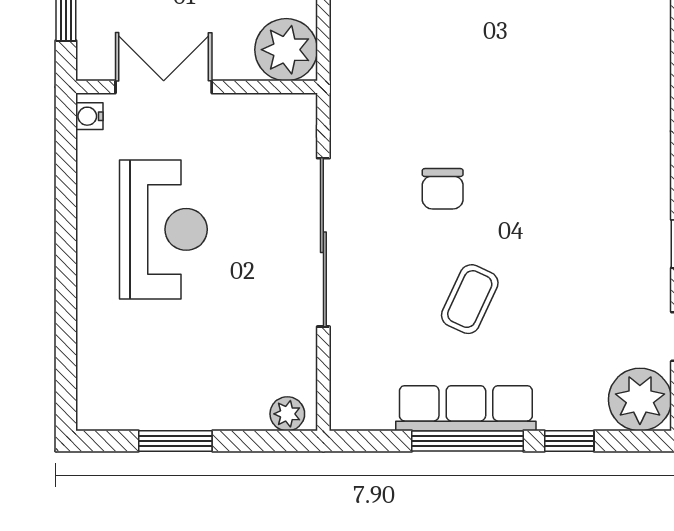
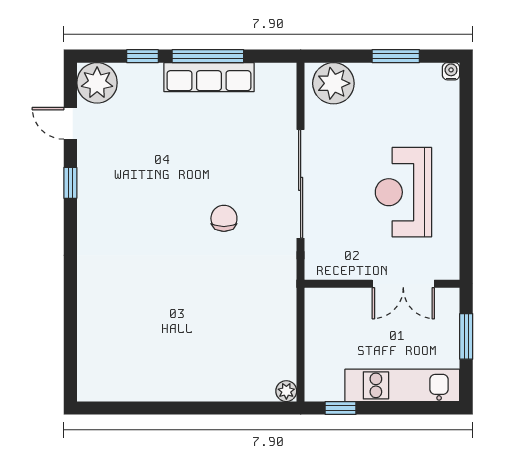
plant: (286, 50) -> (325, 308), removed
water cooler: (89, 116) -> (451, 71), moved, turned -90
coffee table: (470, 299) -> (206, 147), removed
plant: (287, 414) -> (333, 83), width x1.87, depth x1.87

